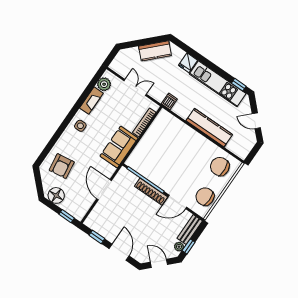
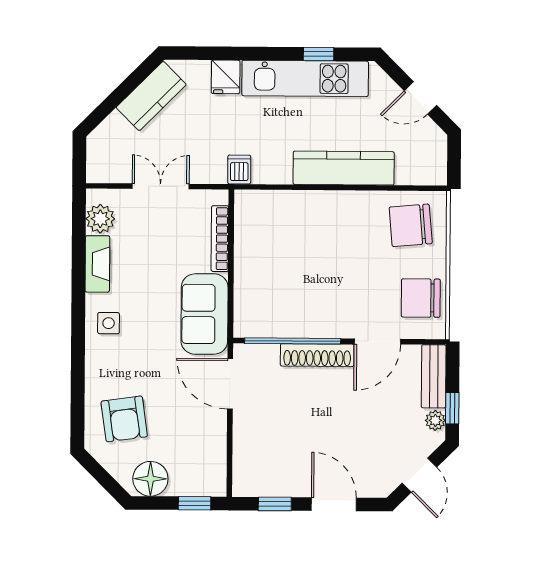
window: (239, 85) -> (319, 54), moved
door: (104, 190) -> (230, 384), moved
door: (159, 263) -> (419, 475), swing flipped

